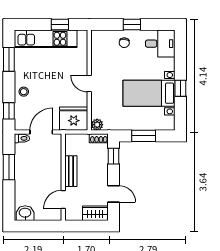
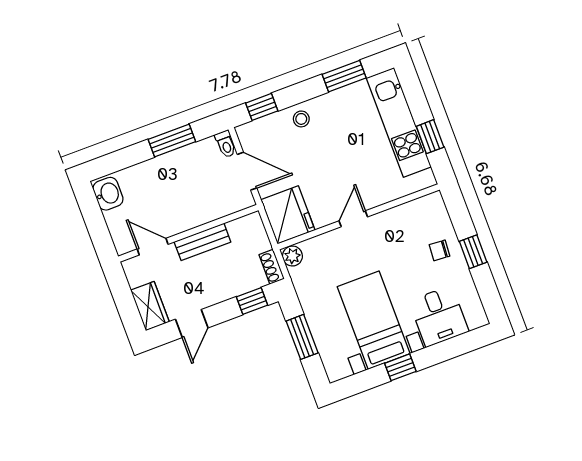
desk: (160, 44) -> (439, 316), moved

